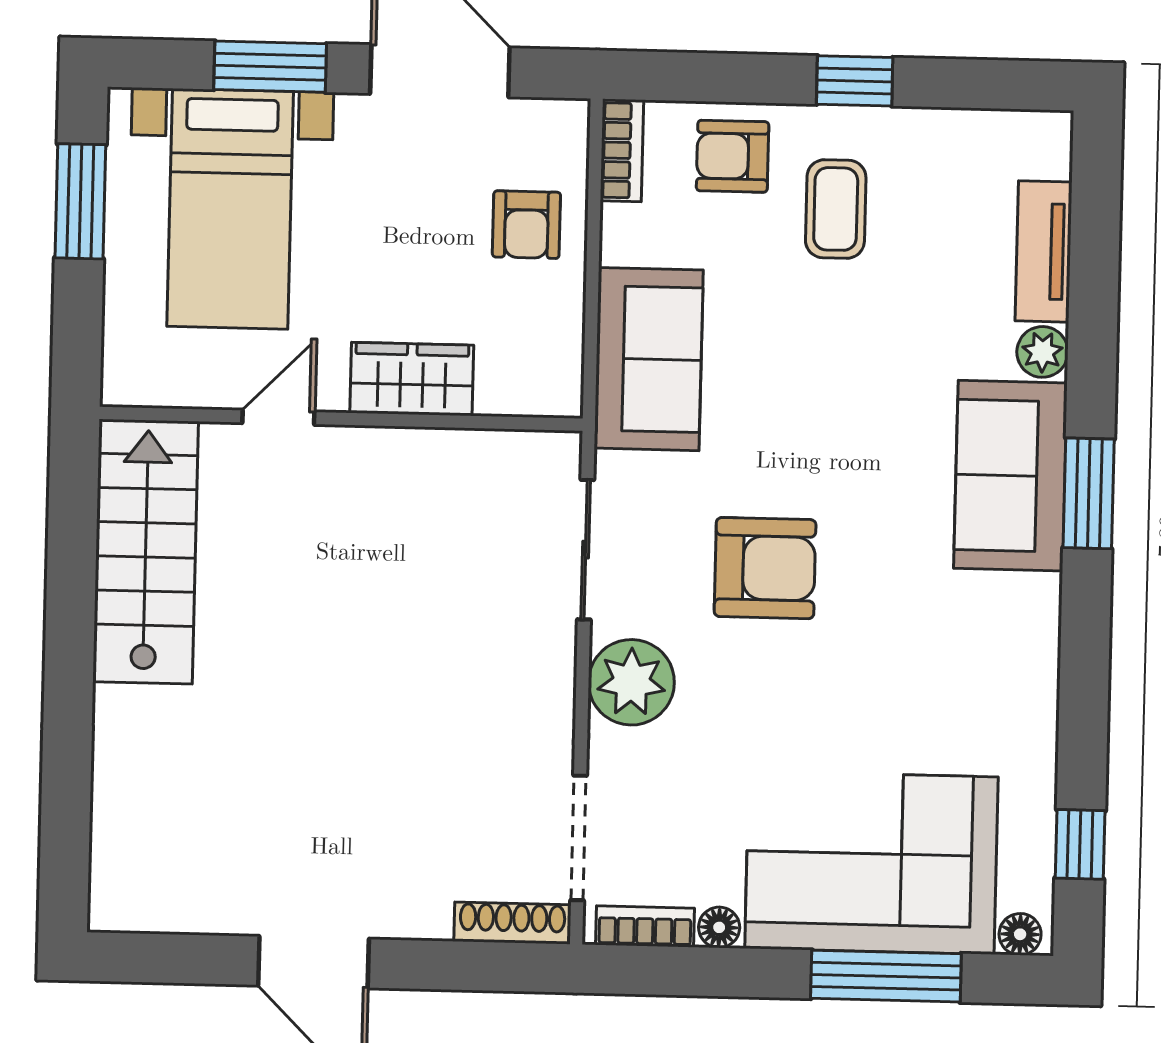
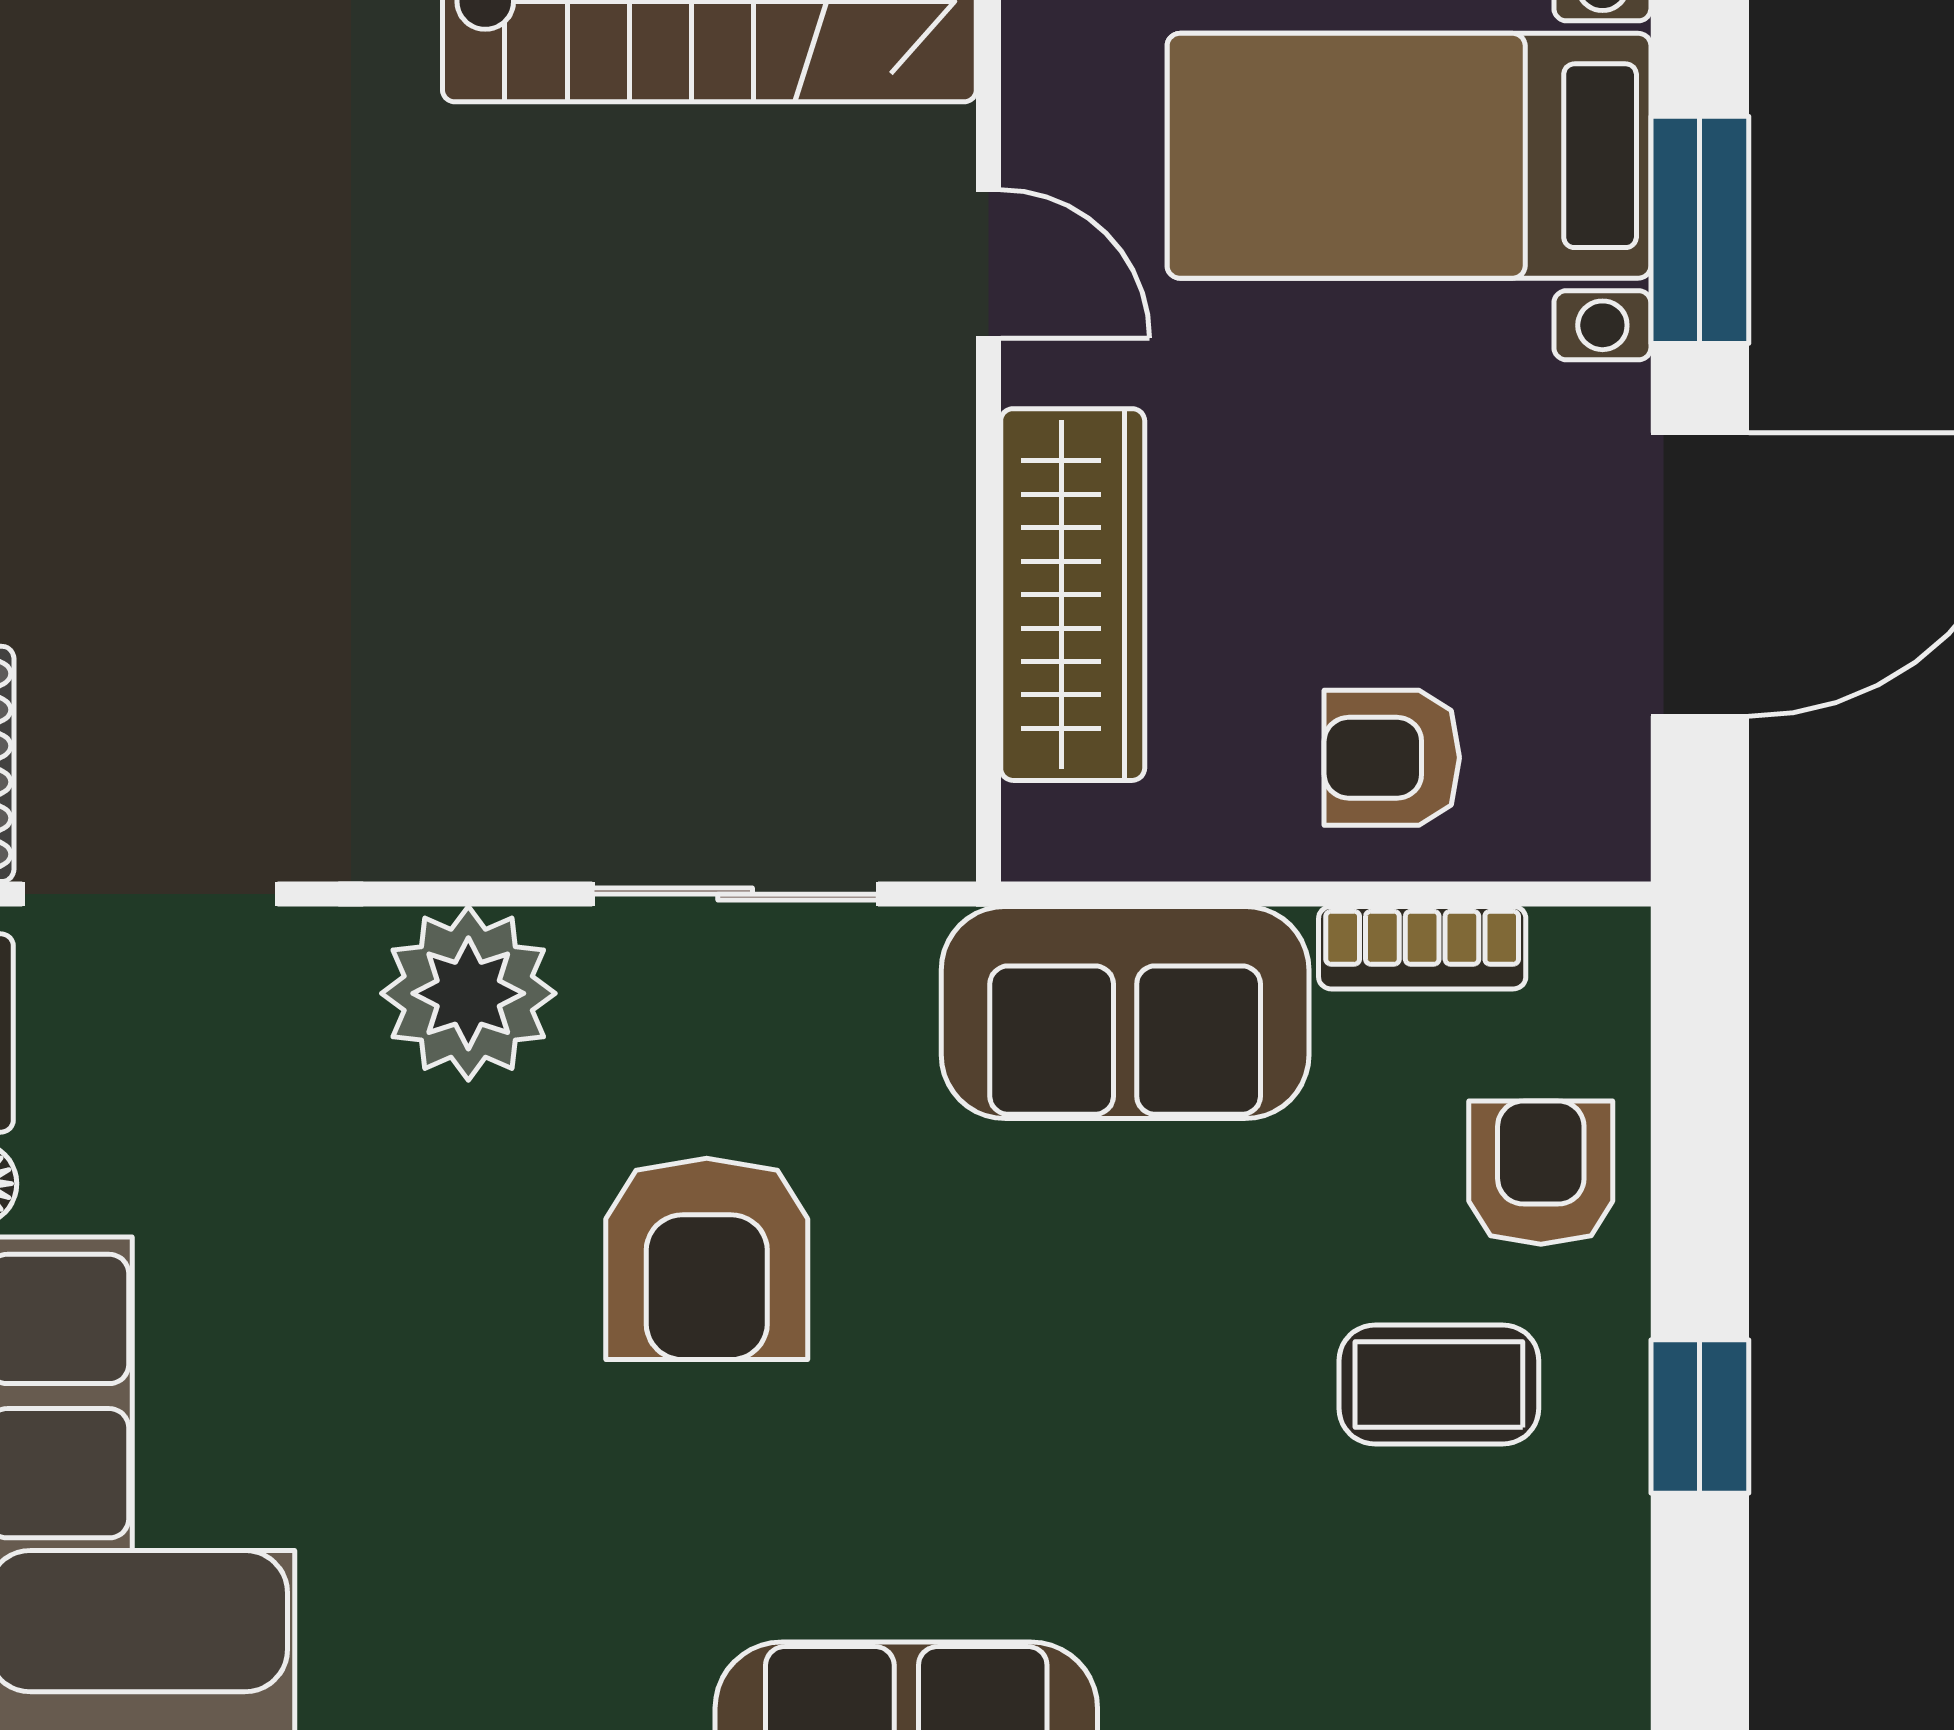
bookcase: (622, 150) -> (1422, 948), moved
wardrobe: (412, 379) -> (1073, 595), width x1.50

